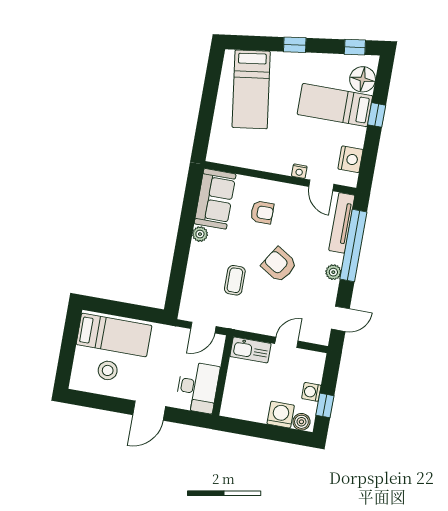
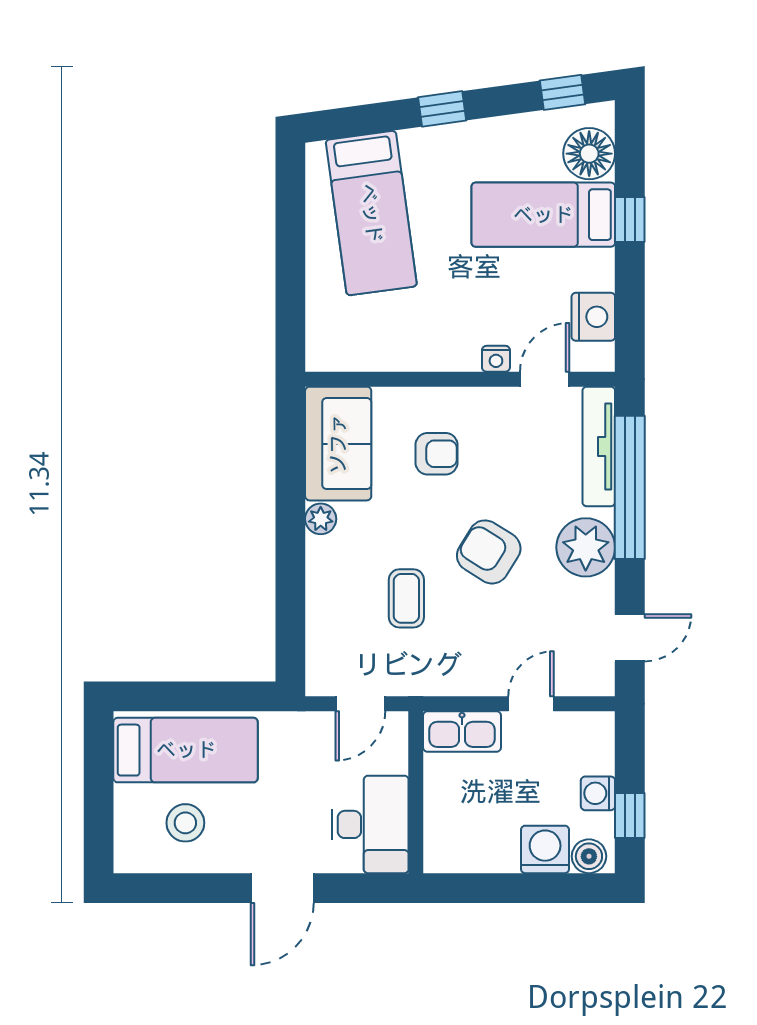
door: (321, 185) -> (545, 379), swing flipped
plant: (333, 272) -> (586, 547), width x1.87, depth x1.87

